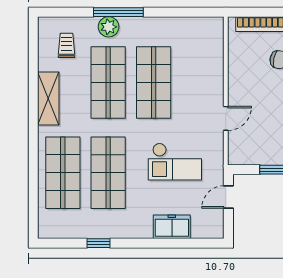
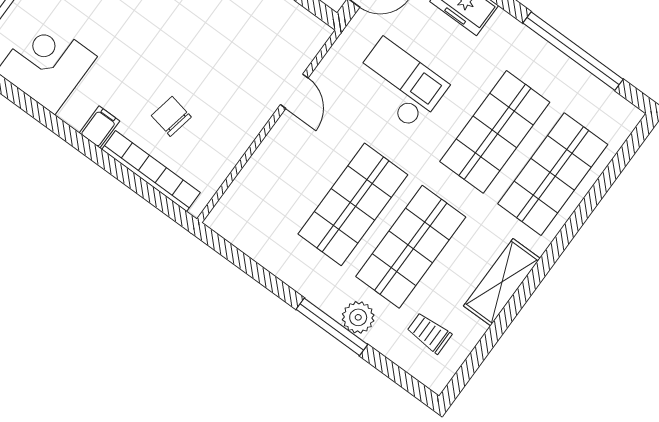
trolley: (66, 45) -> (429, 333), turned 90
door: (226, 118) -> (294, 91), swing flipped
window: (98, 243) -> (573, 51), width x3.17

